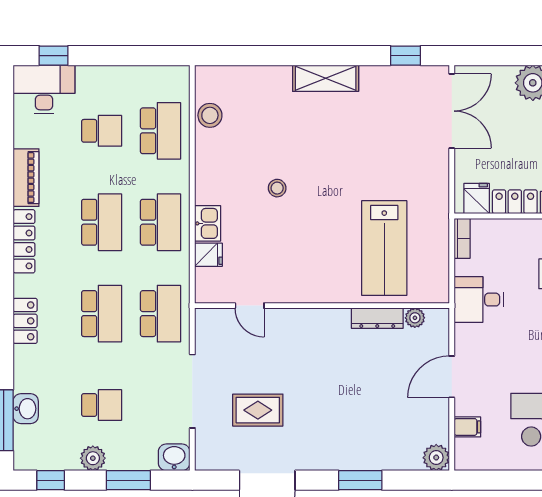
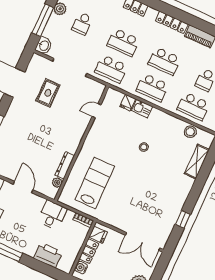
window: (406, 56) -> (183, 219), moved
shelving: (326, 78) -> (197, 162), moved
lab bench: (384, 248) -> (95, 183), turned 90
window: (128, 480) -> (43, 20), width x1.44

